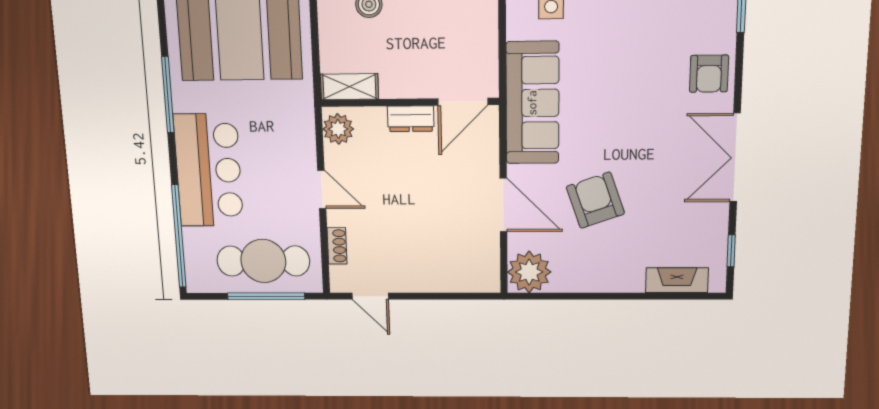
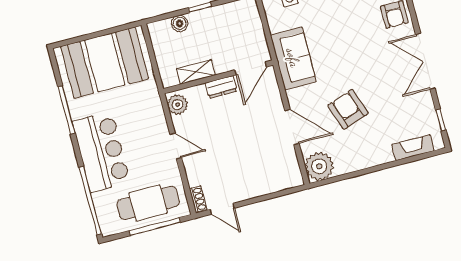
shelving: (349, 87) -> (196, 72), moved
sofa: (532, 103) -> (293, 58), width x0.73
shoe rack: (337, 246) -> (198, 199), moved

